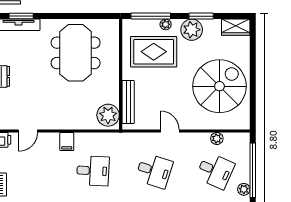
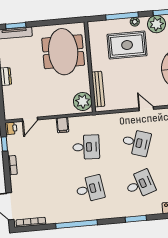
wall: (121, 74) -> (90, 67), moved
bench: (128, 102) -> (98, 89), moved
plant: (108, 115) -> (83, 101), moved

